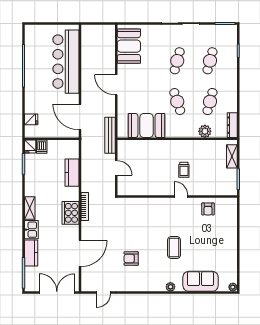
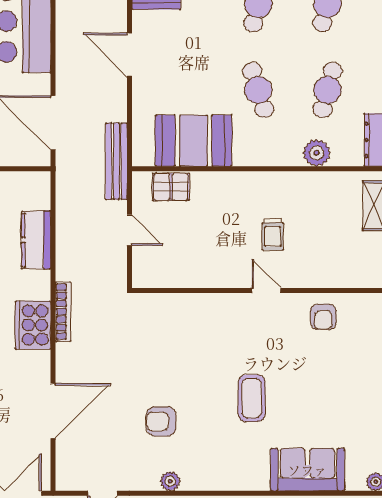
pallet: (136, 147) -> (171, 187), added
plant: (170, 287) -> (170, 481), moved

